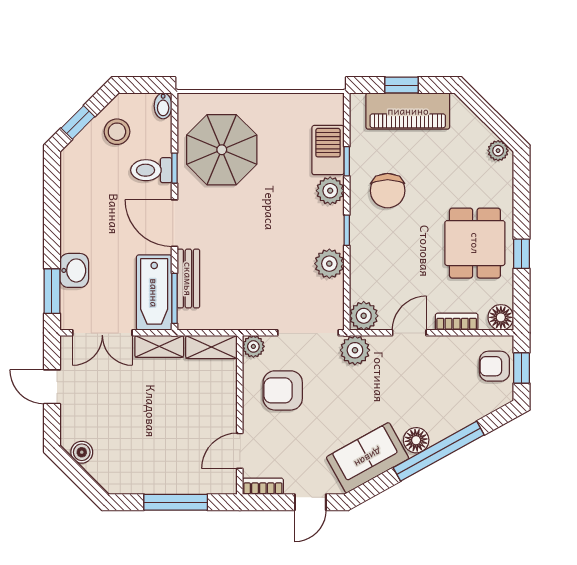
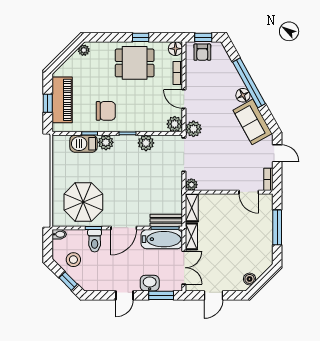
door: (52, 225) -> (125, 295), added
bench: (188, 279) -> (166, 220), moved
armchair: (283, 390) -> (216, 169), removed

